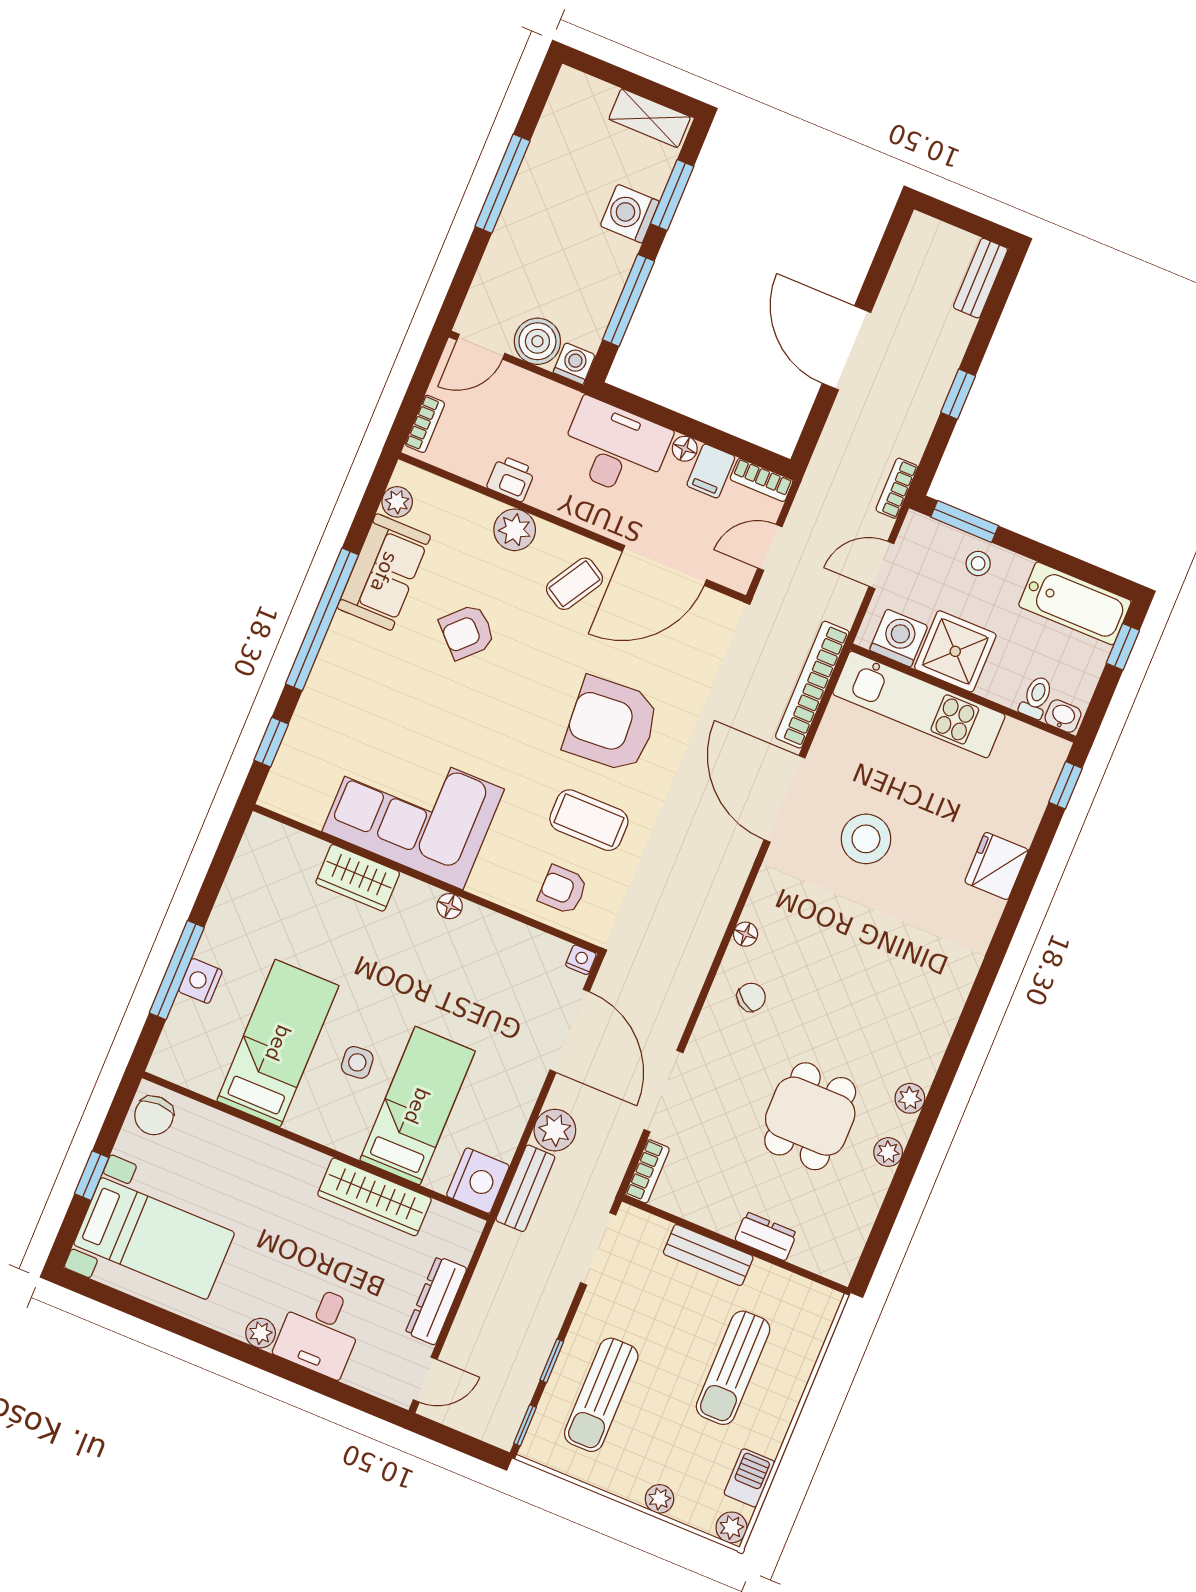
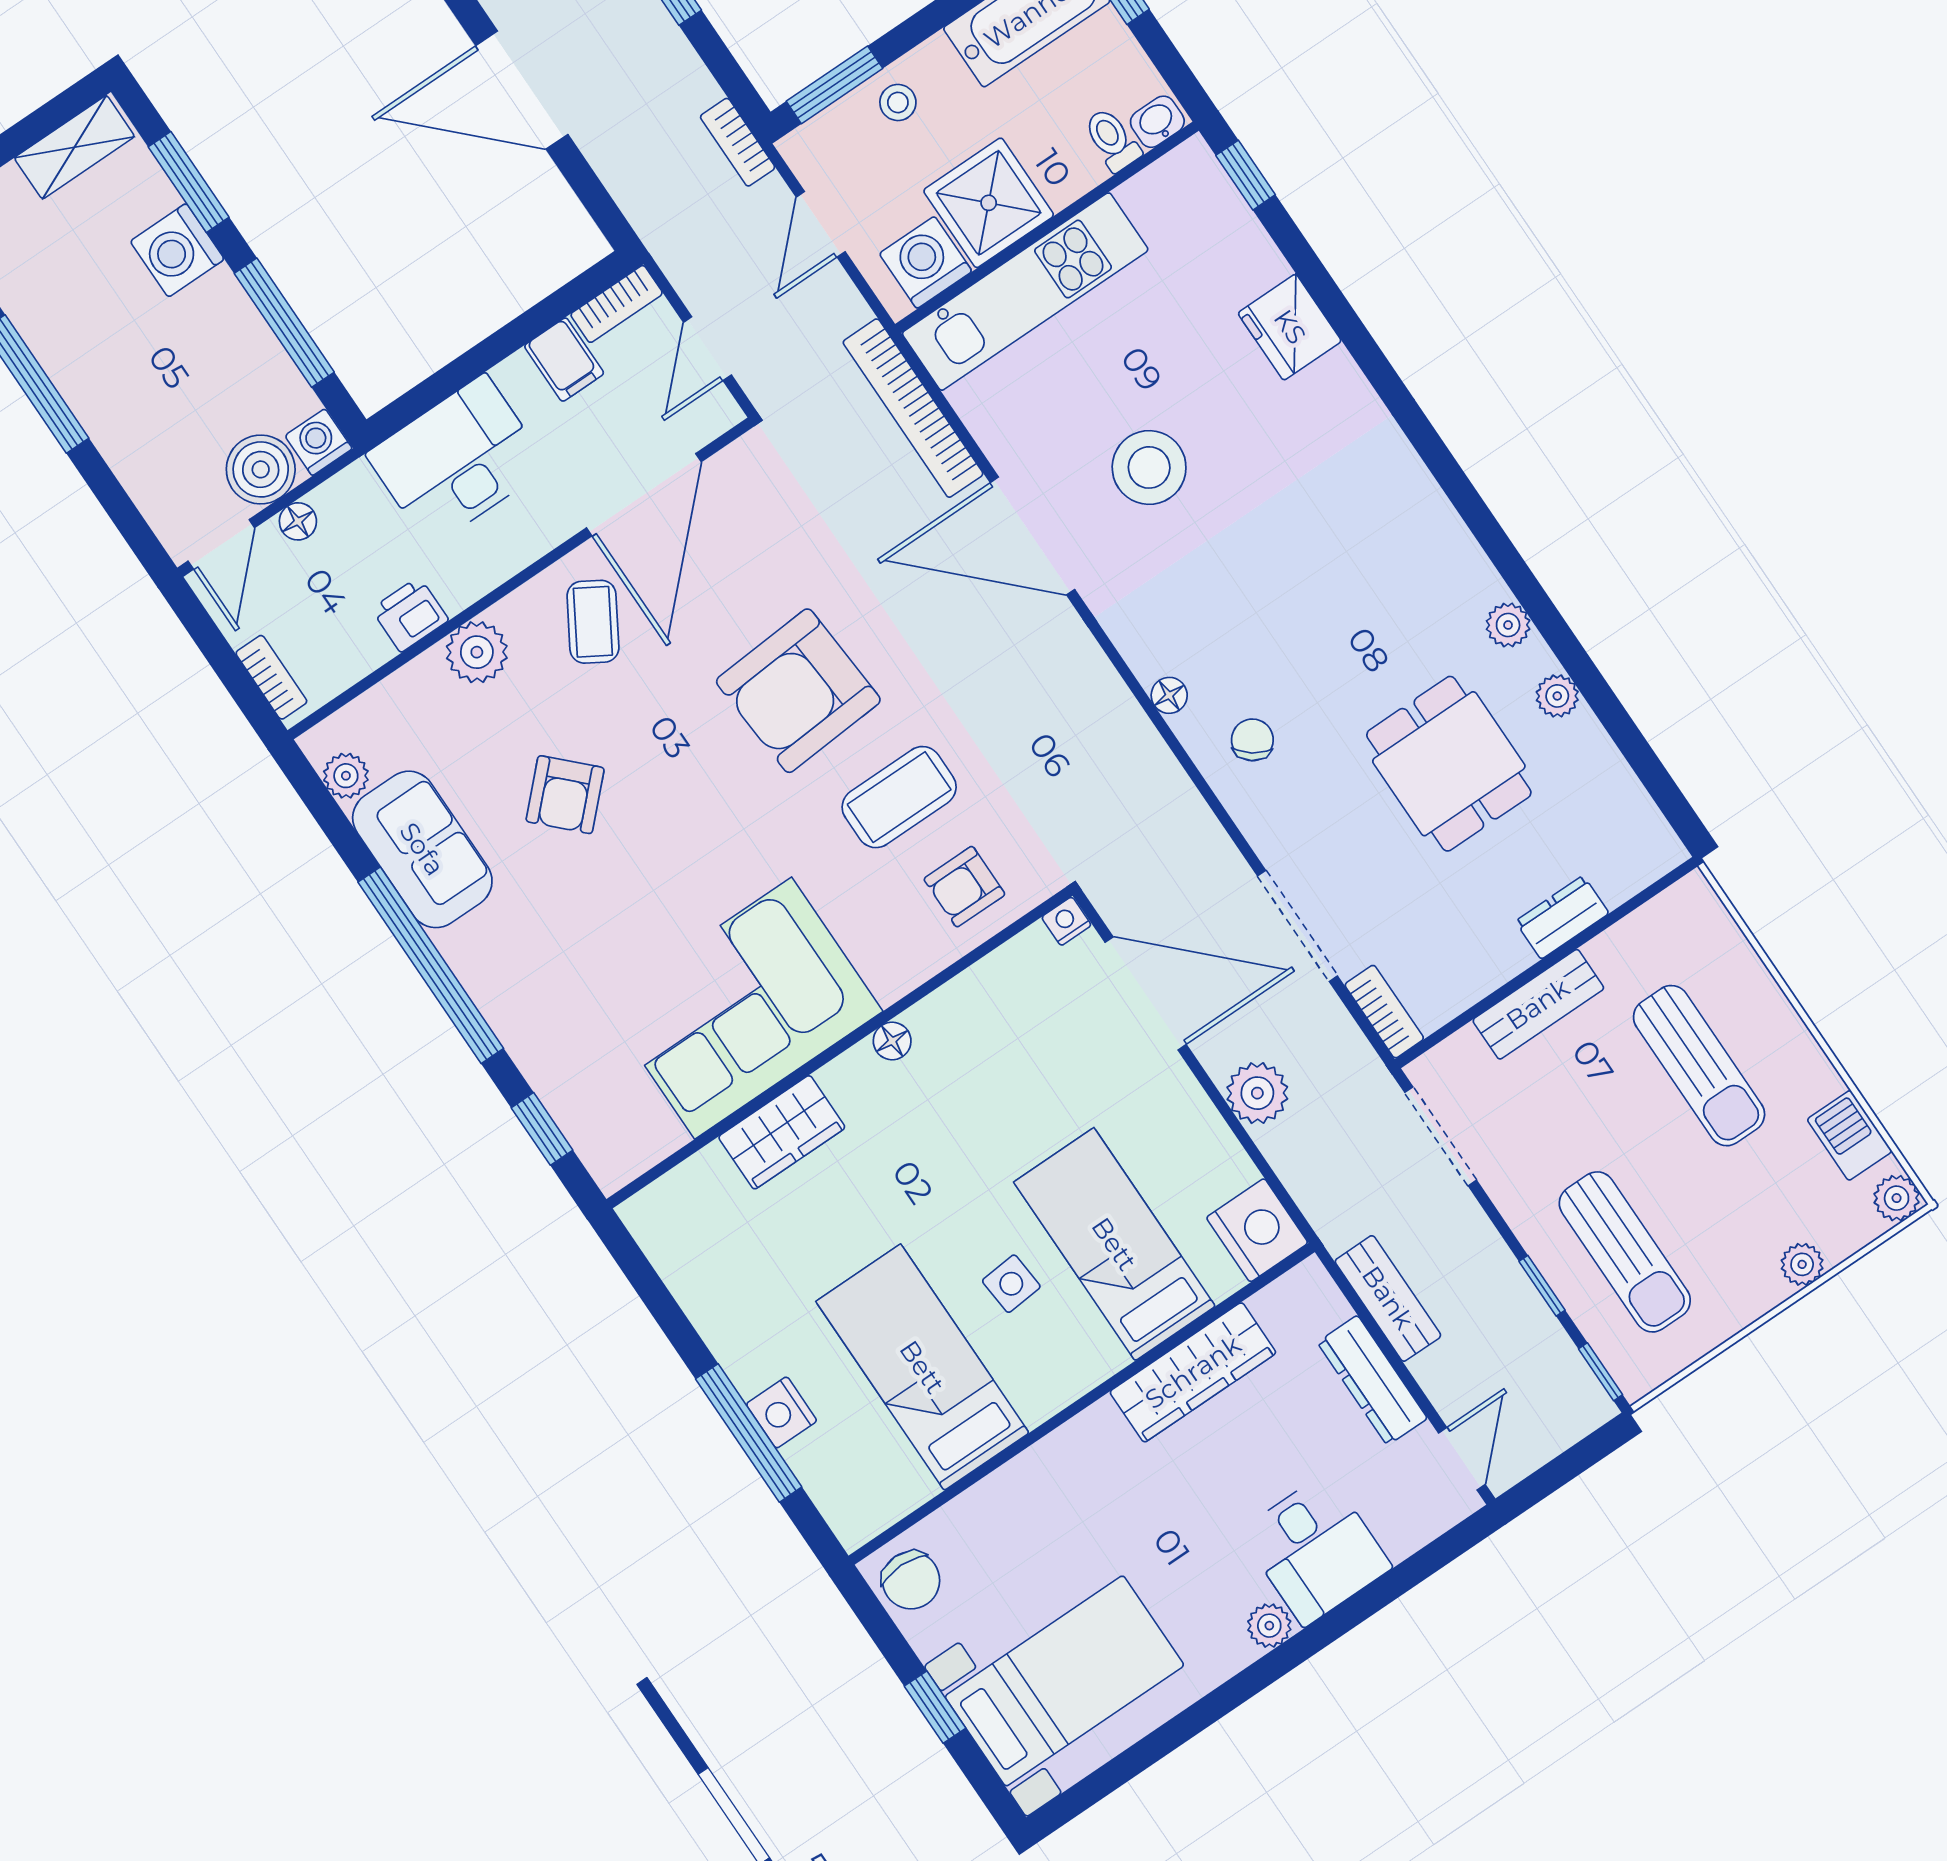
floor lamp: (685, 449) -> (298, 521), moved
bench: (525, 1188) -> (1388, 1298), moved

